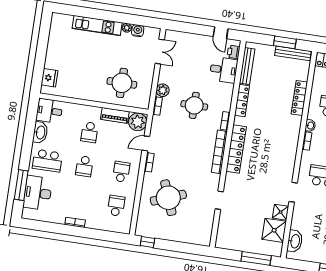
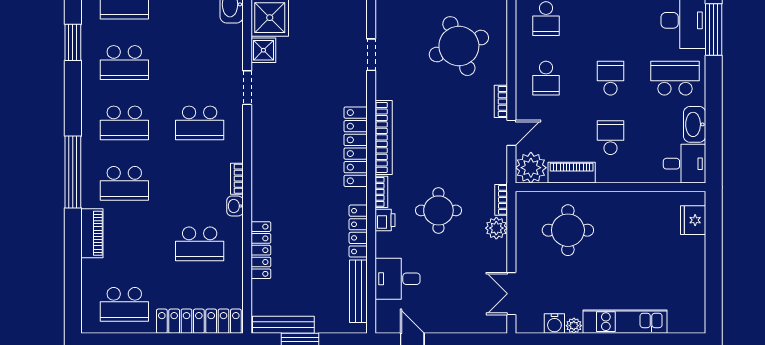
printer: (234, 52) -> (385, 220), moved

